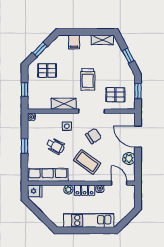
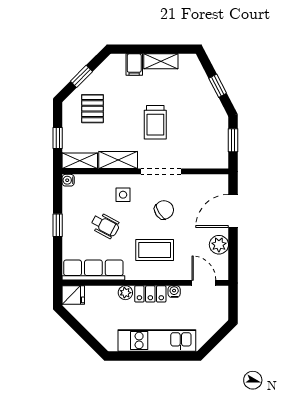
shelving: (102, 40) -> (161, 61), moved
pallet: (47, 70) -> (92, 109), turned 90
pallet: (115, 95) -> (198, 146), removed
shelving: (39, 104) -> (80, 161), added
door: (138, 137) -> (233, 211), hinge flipped
coffee table: (87, 162) -> (155, 250), turned -36

